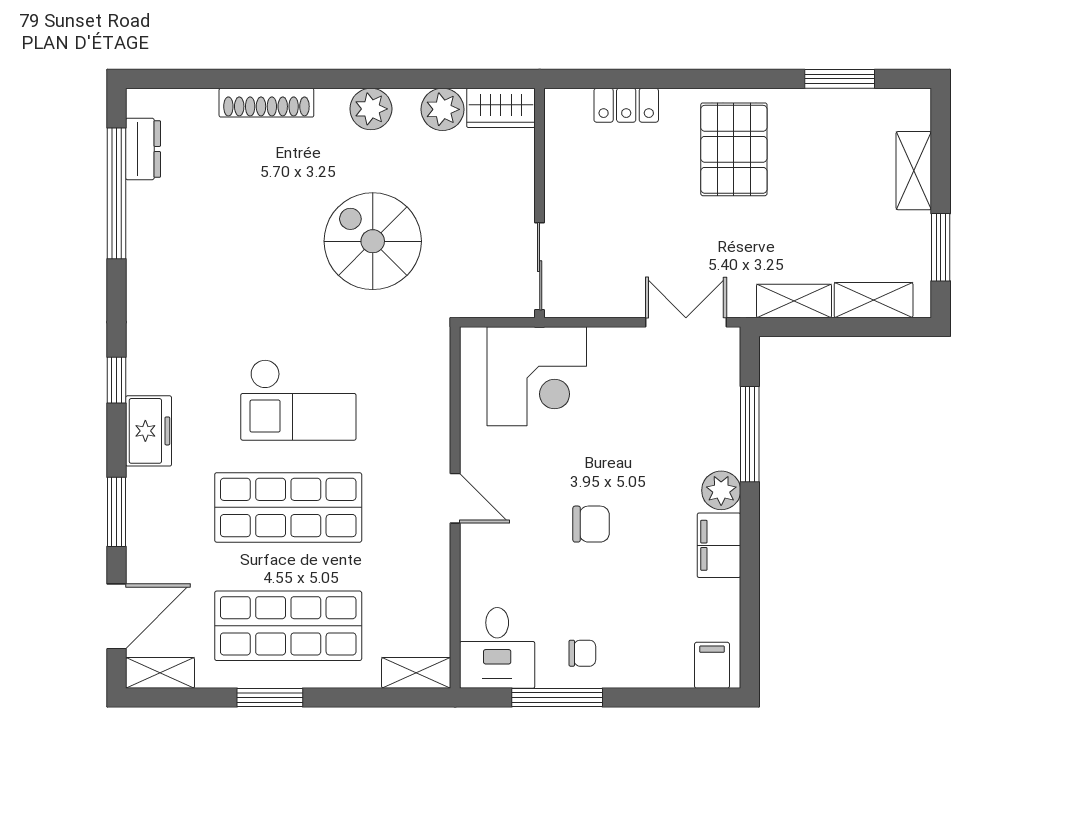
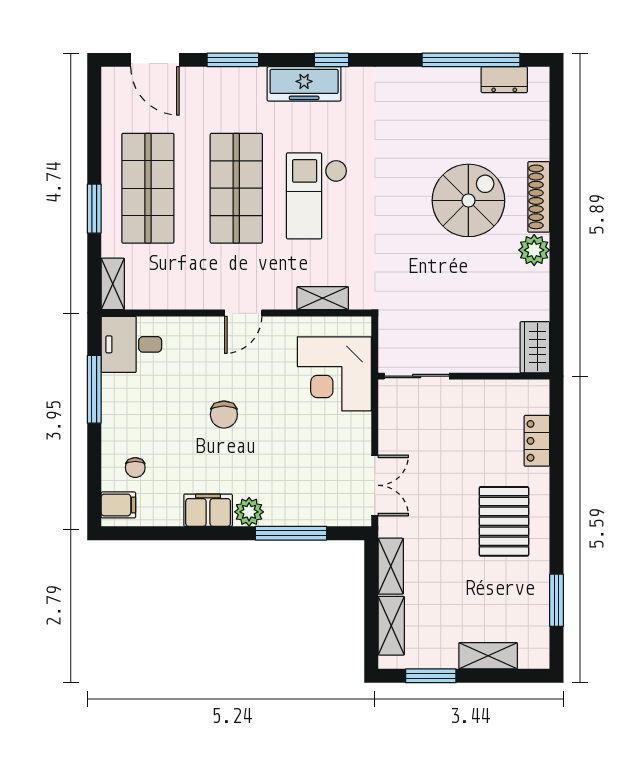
shoe rack: (266, 103) -> (539, 197), moved
plant: (443, 109) -> (534, 304), removed
pallet: (734, 149) -> (504, 521), turned 90
spiral stairs: (373, 241) -> (468, 200), moved
freezer: (149, 431) -> (304, 84), width x1.40
chair: (582, 653) -> (135, 468), moved
shelving: (160, 673) -> (323, 298), moved, turned 90
window: (270, 698) -> (94, 209), moved

